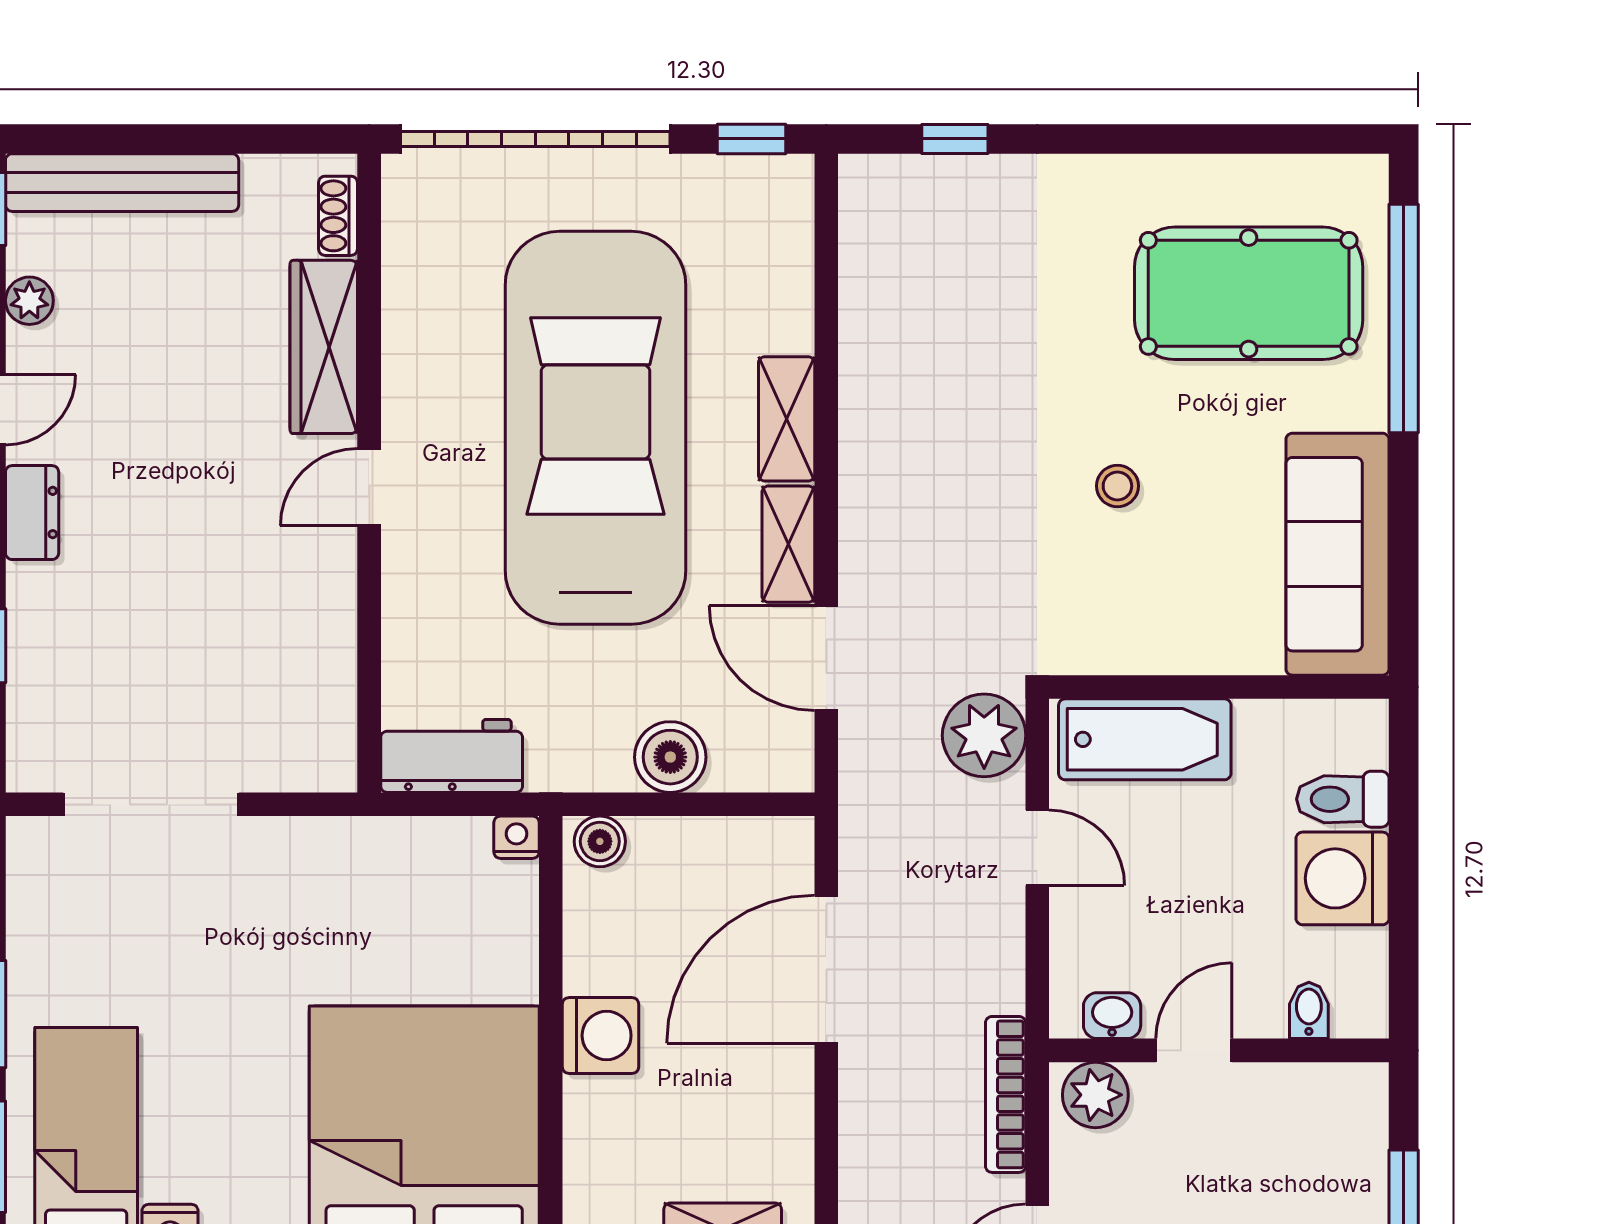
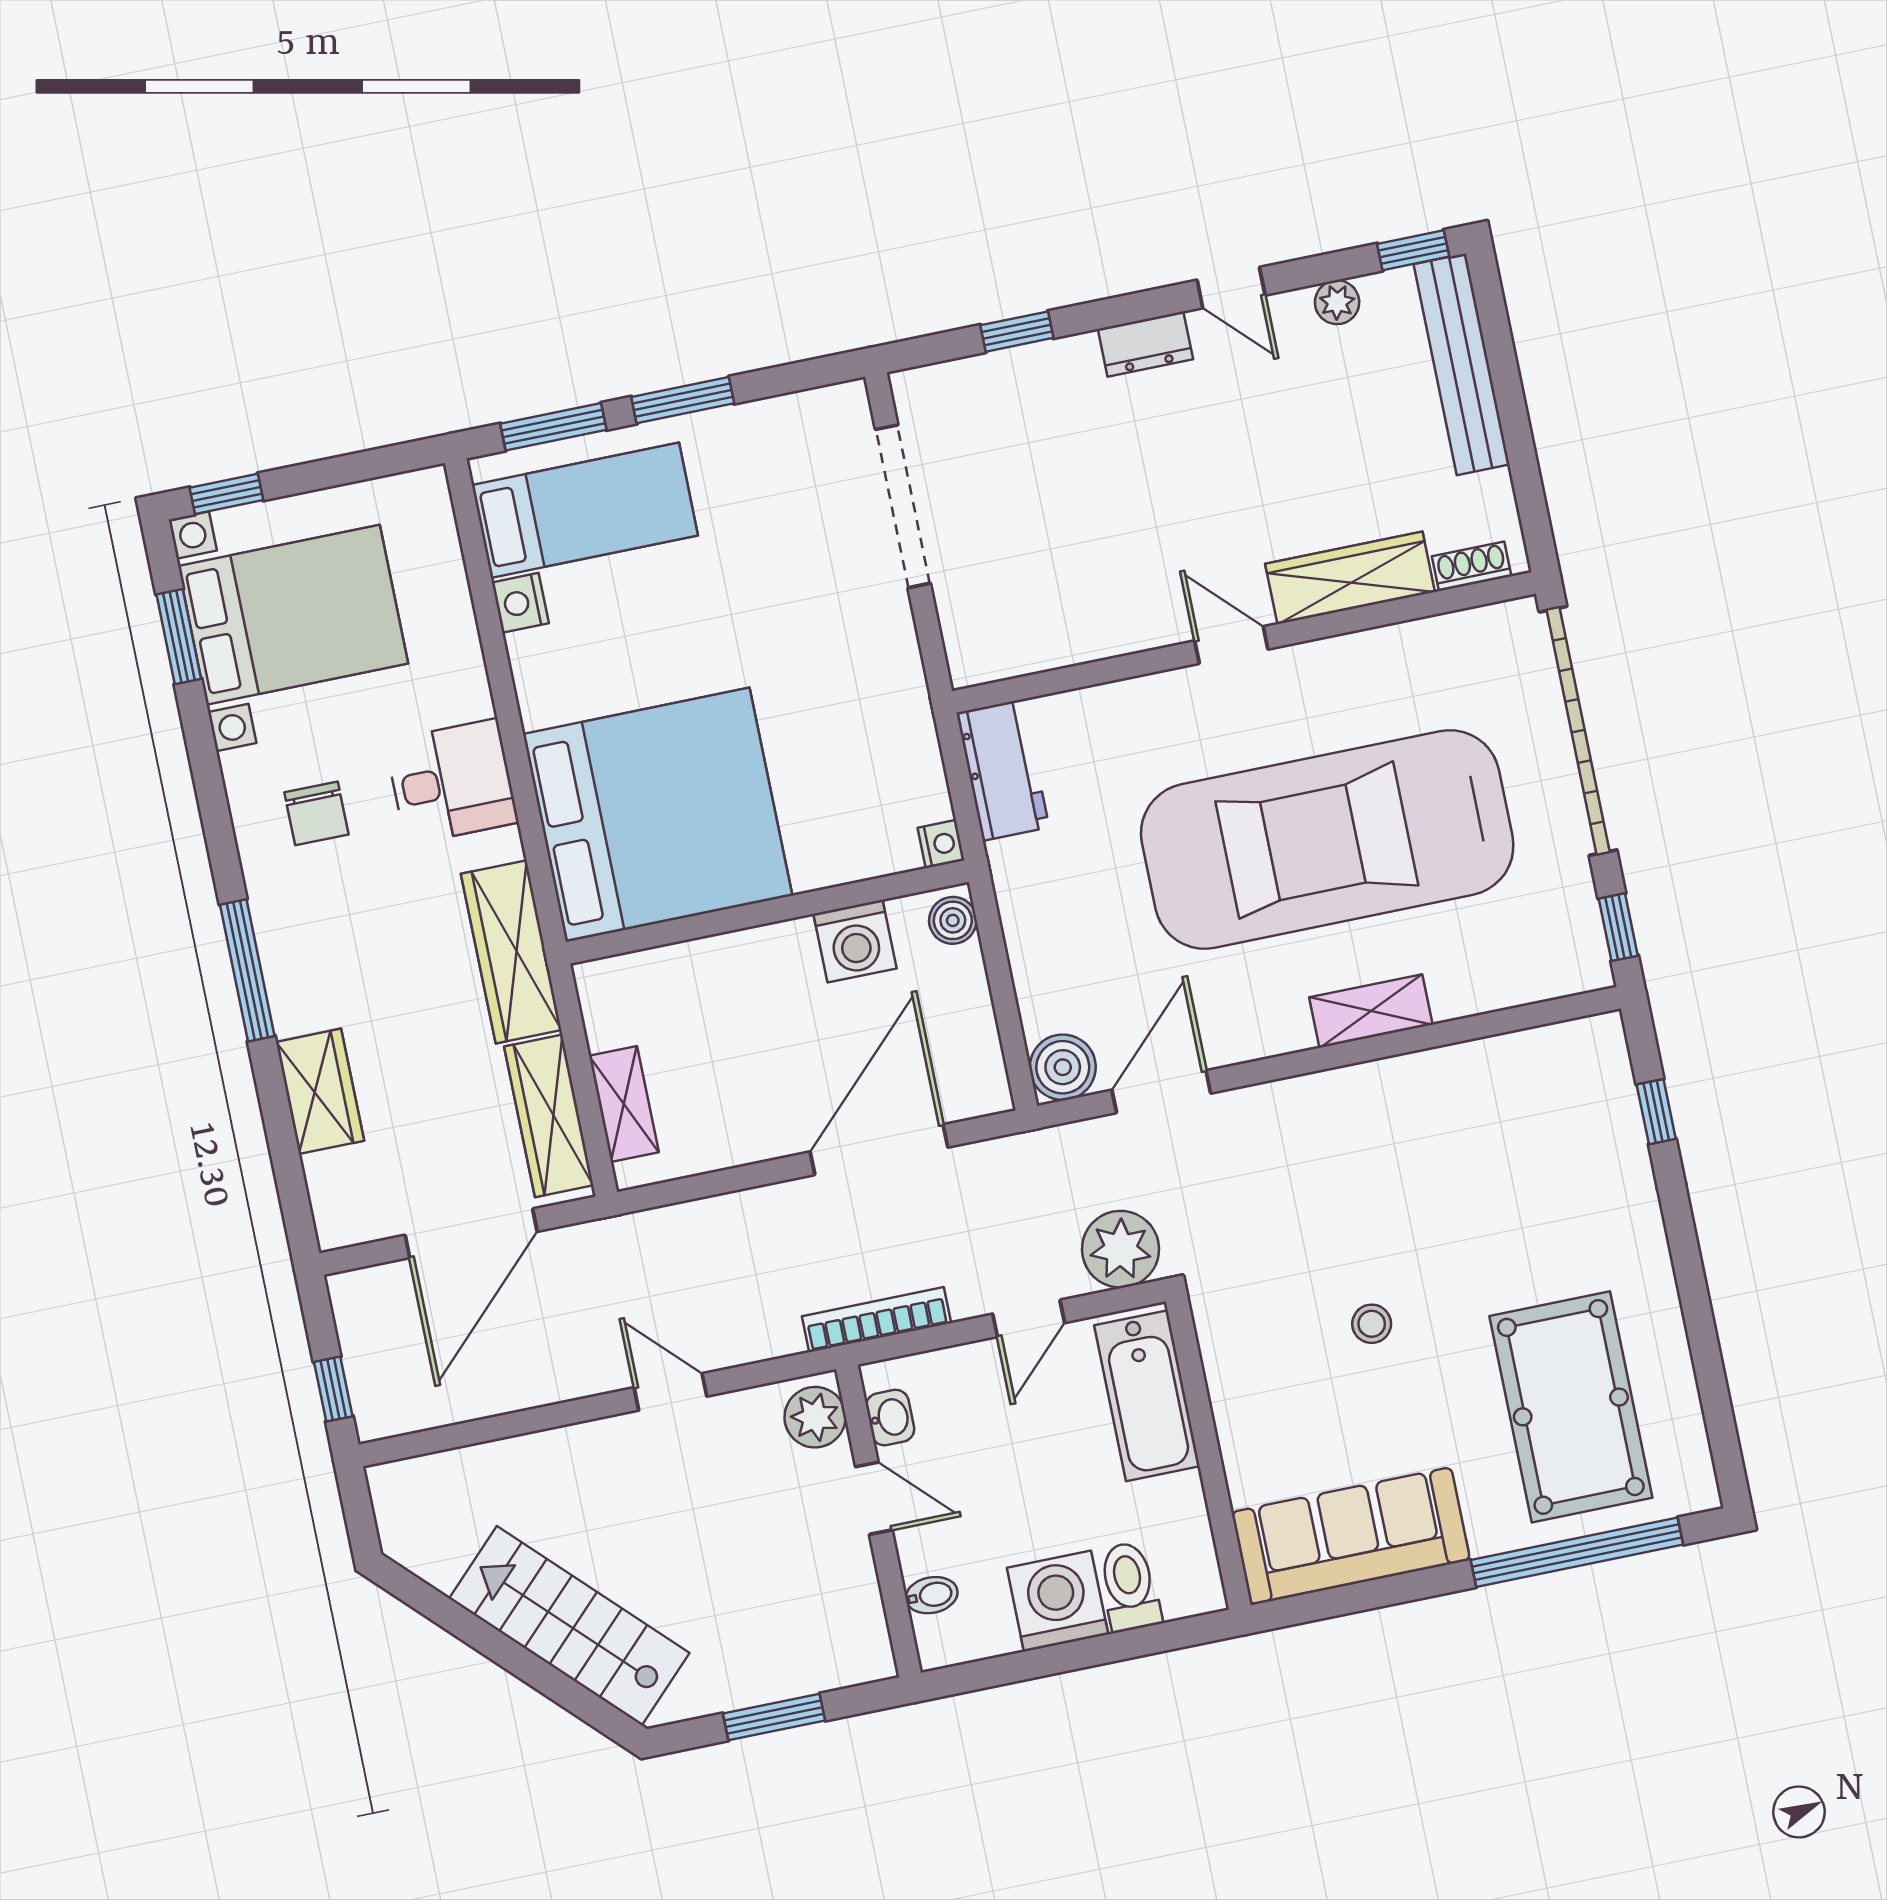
car: (596, 428) -> (1327, 839), turned 180
shelving: (788, 544) -> (1258, 1036), removed
boiler: (670, 757) -> (1063, 1067), moved
door: (826, 969) -> (879, 1150), hinge flipped
washing machine: (601, 1036) -> (855, 941), moved
bookcase: (1006, 1094) -> (876, 1320), moved

